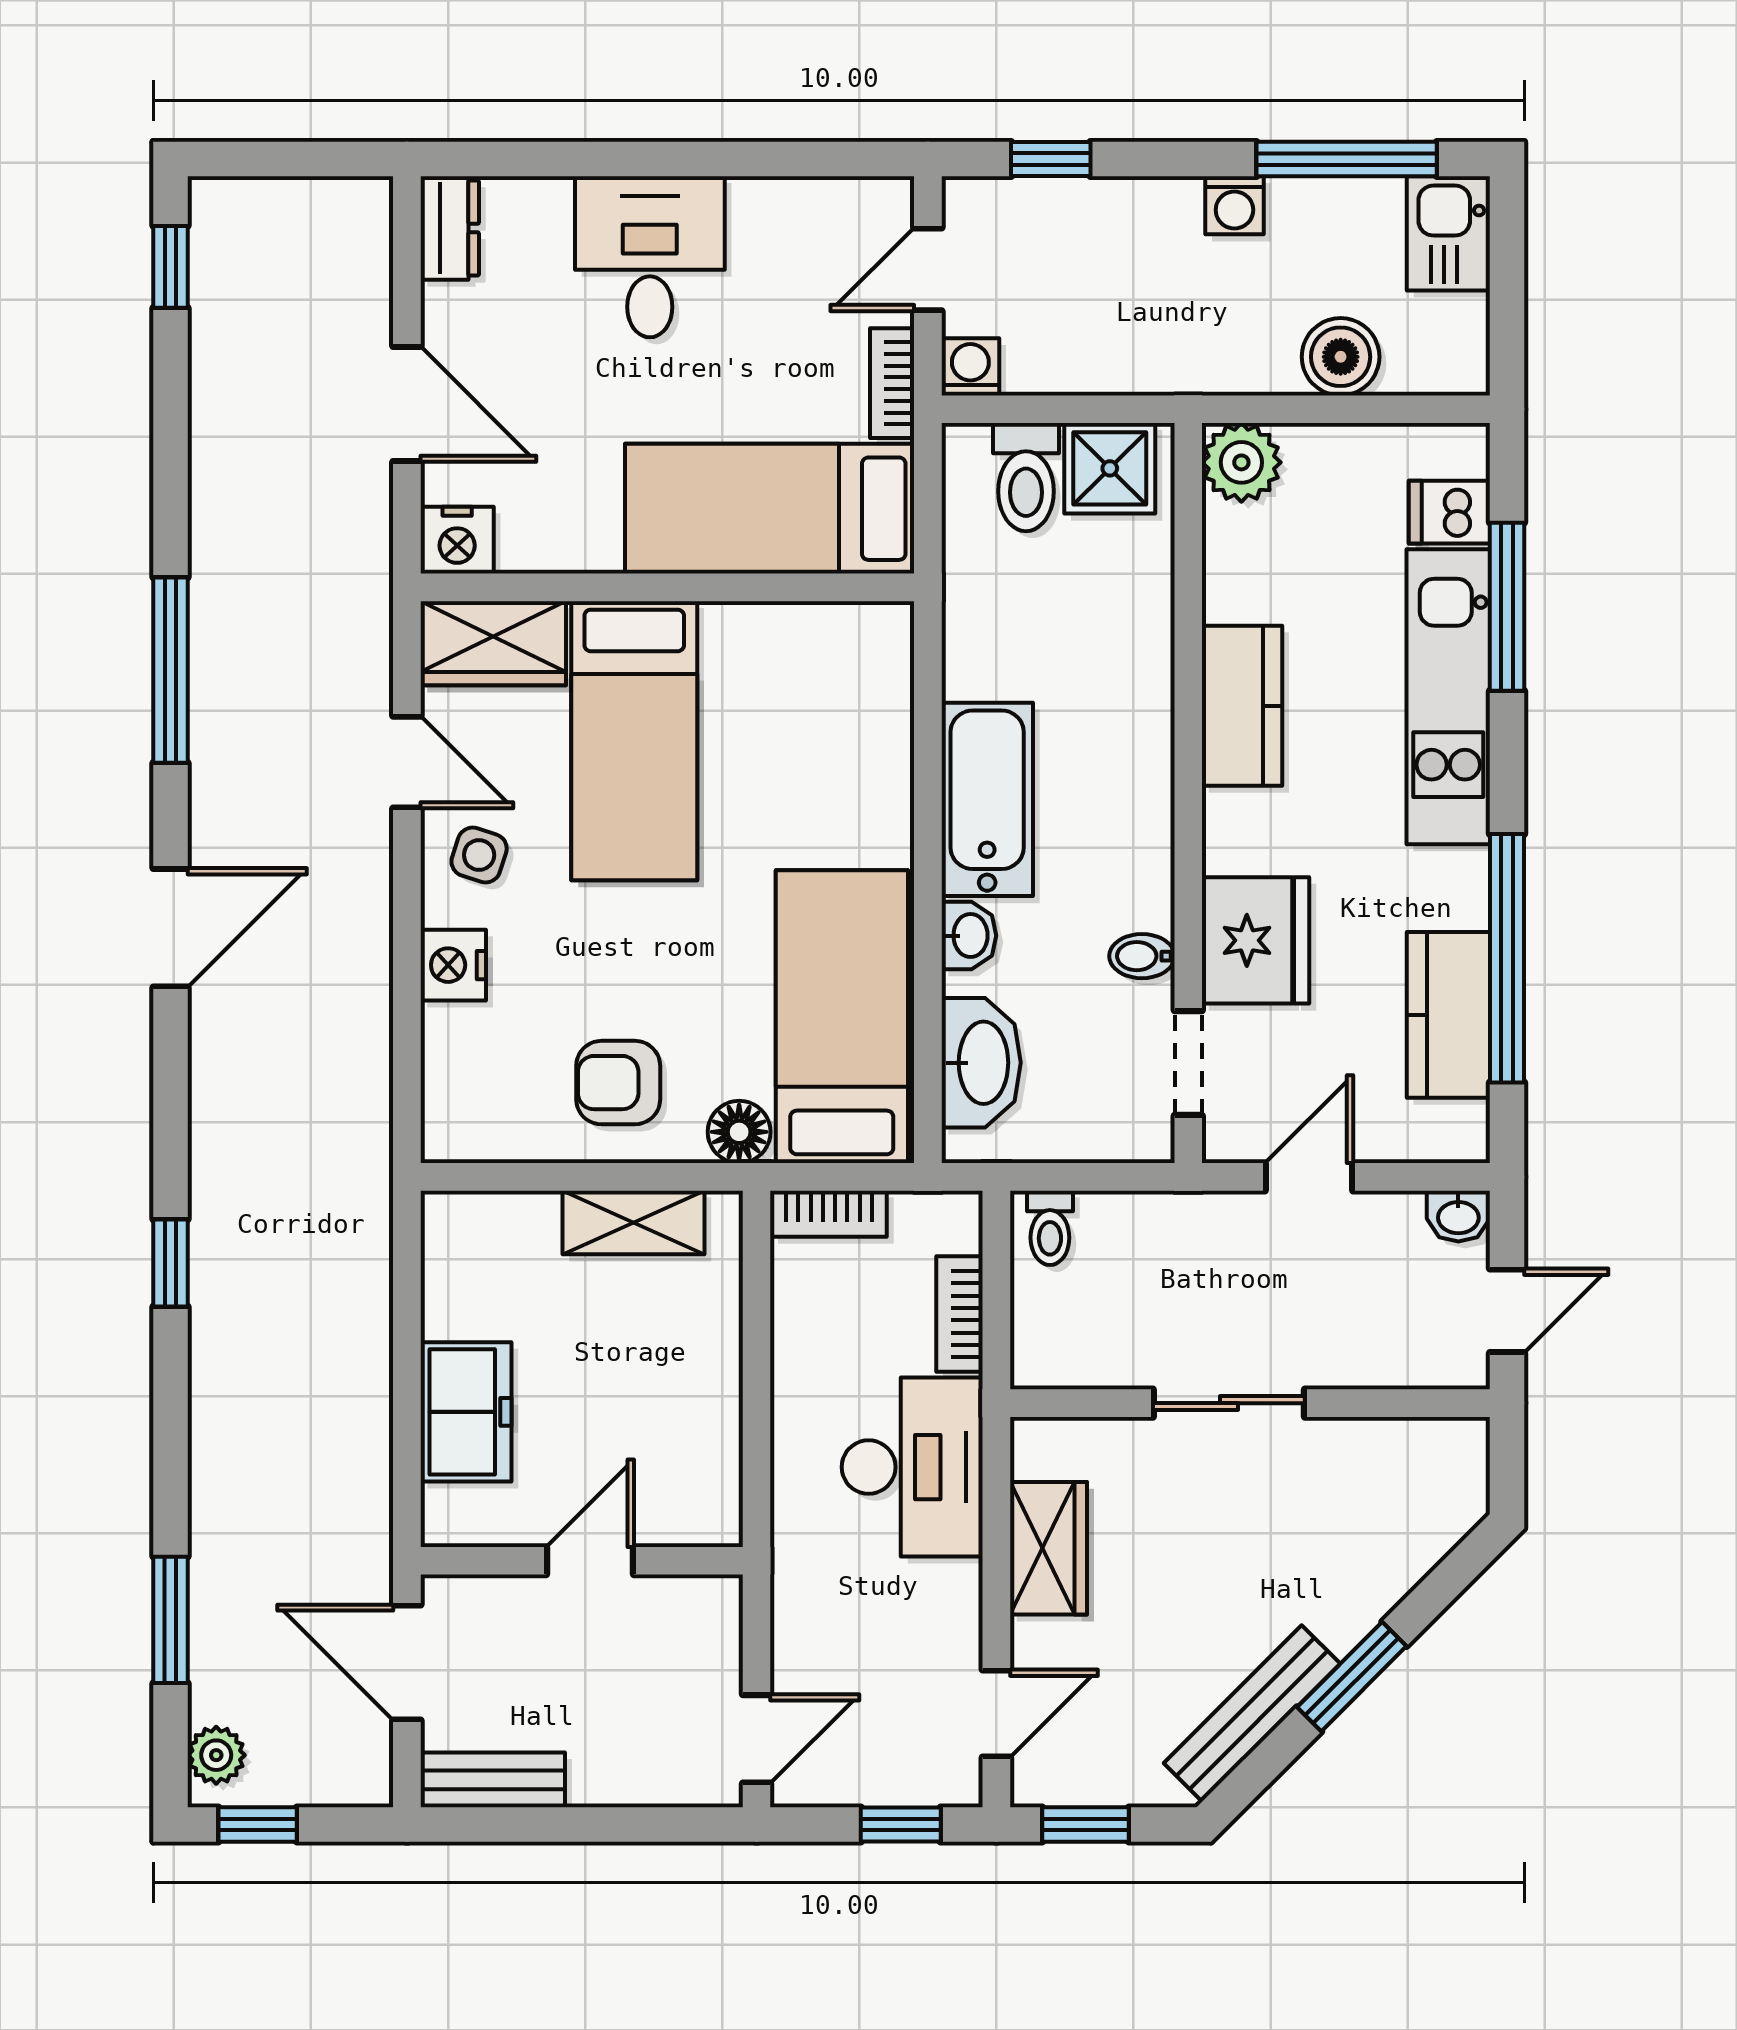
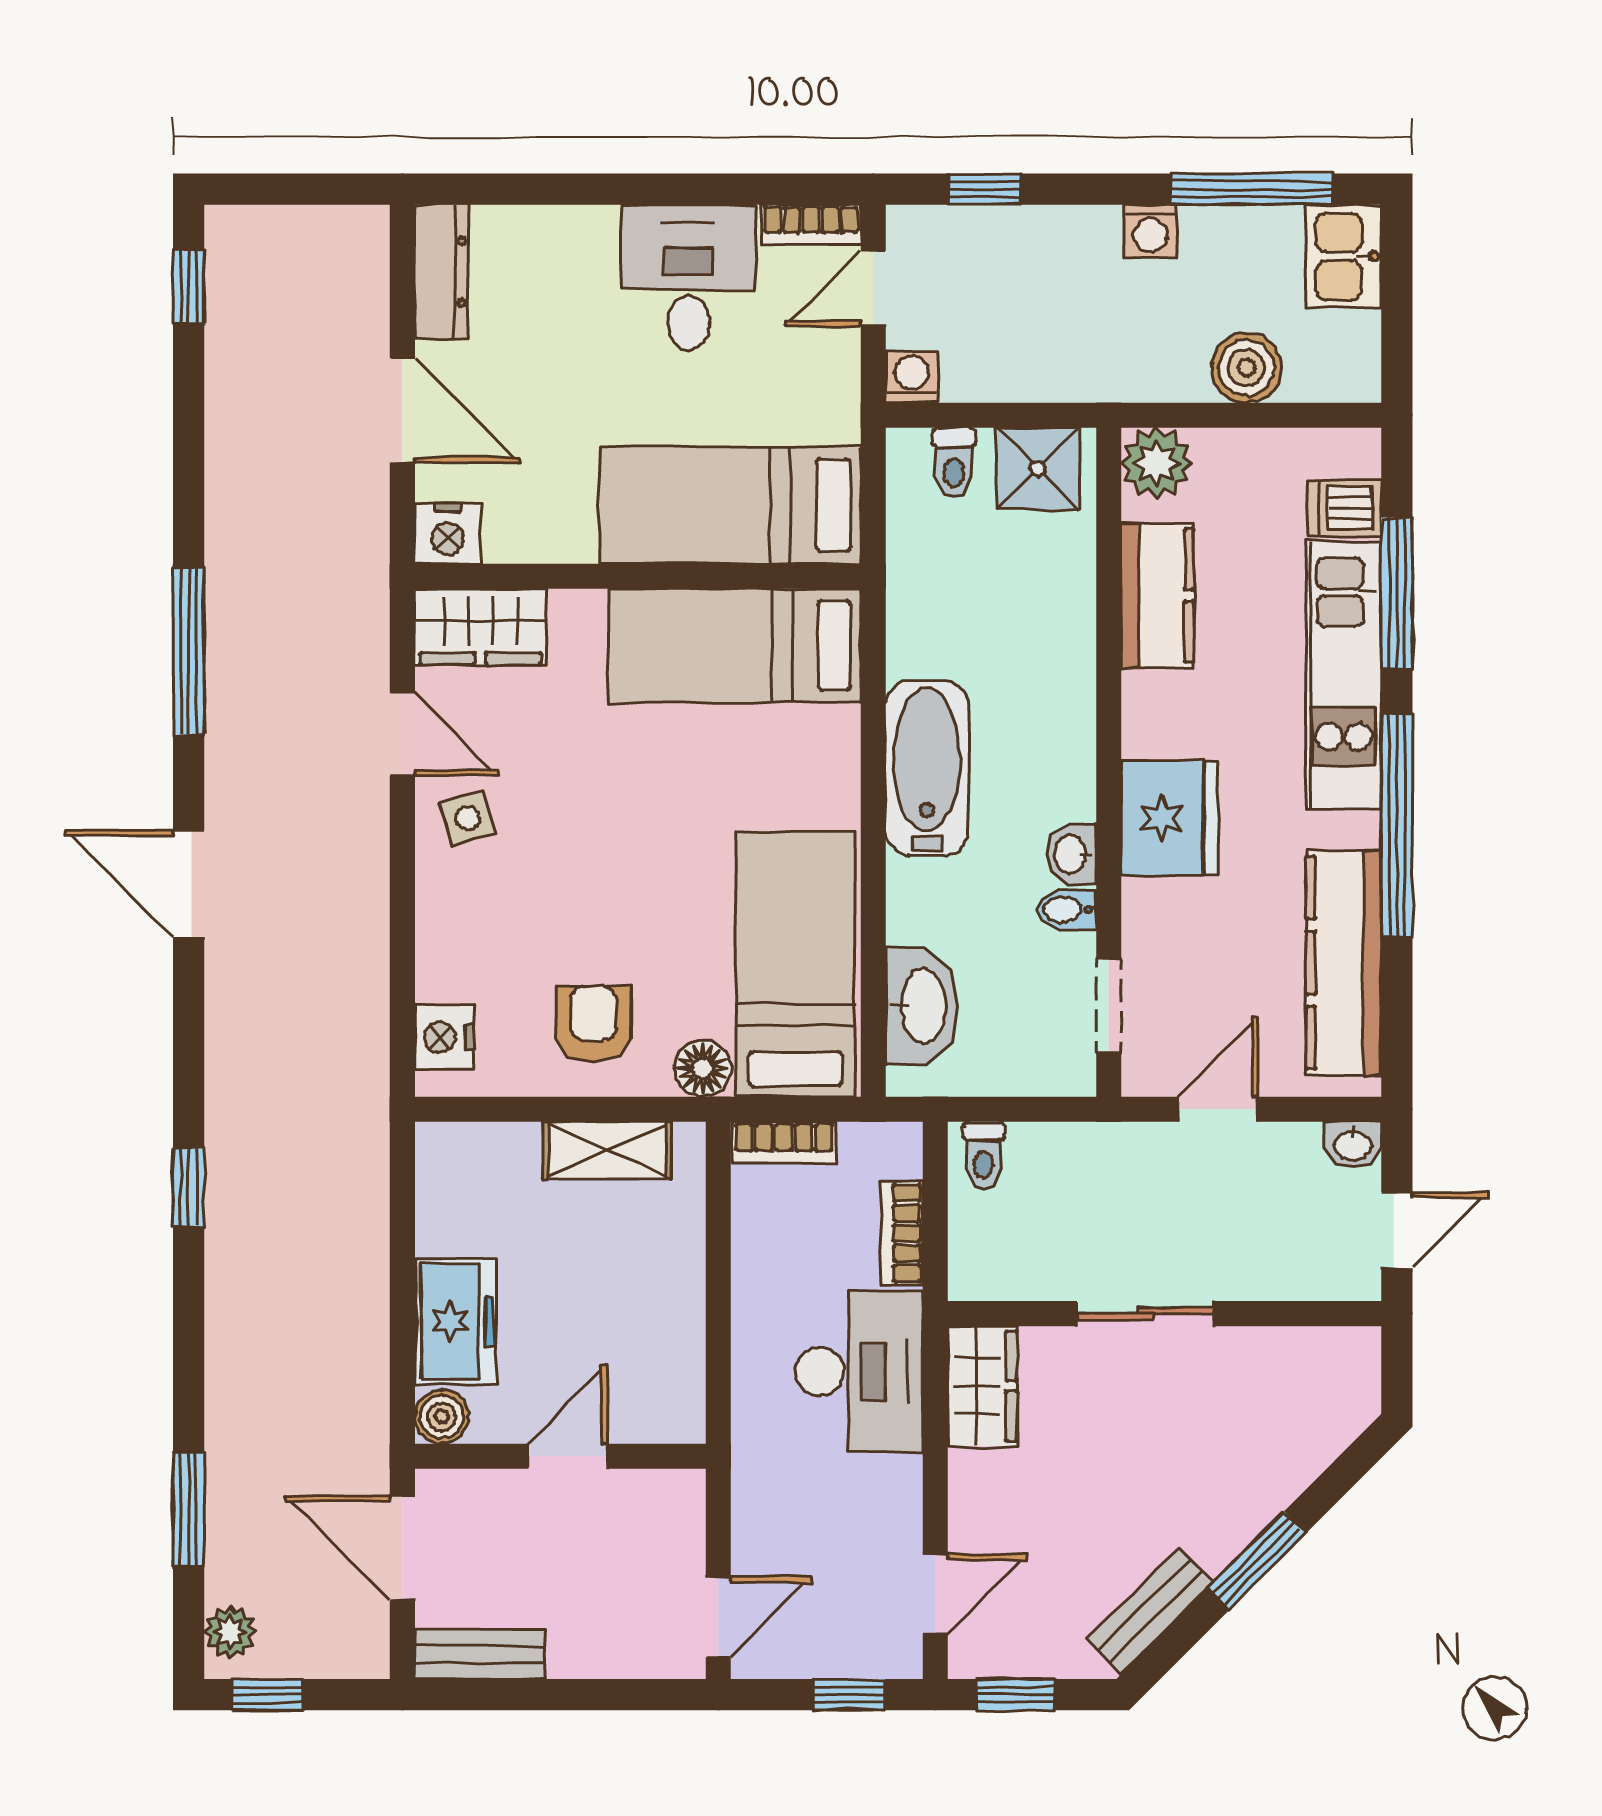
dresser: (450, 228) -> (441, 272), width x1.44
desk: (650, 257) -> (689, 277), moved
bookcase: (892, 383) -> (811, 224), moved, turned -90
toilet: (1026, 477) -> (954, 463), width x0.73, depth x0.72
kitchen counter: (1242, 706) -> (1157, 596), moved
bed: (634, 741) -> (735, 645), moved, turned 90
side table: (479, 855) -> (468, 818), turned -34
door: (170, 928) -> (189, 884), swing flipped
washbasin: (969, 936) -> (1072, 854), moved, turned 180
fridge: (1256, 940) -> (1170, 818), moved
window: (1507, 958) -> (1397, 825), moved
nightstand: (453, 965) -> (444, 1037), moved
kitchen counter: (1448, 1015) -> (1344, 963), width x1.50
armchair: (618, 1083) -> (593, 1024), turned 90
boiler: (451, 1517) -> (442, 1417), added
wardrobe: (1049, 1548) -> (982, 1386), moved
bench: (1252, 1713) -> (1150, 1611), width x0.73

